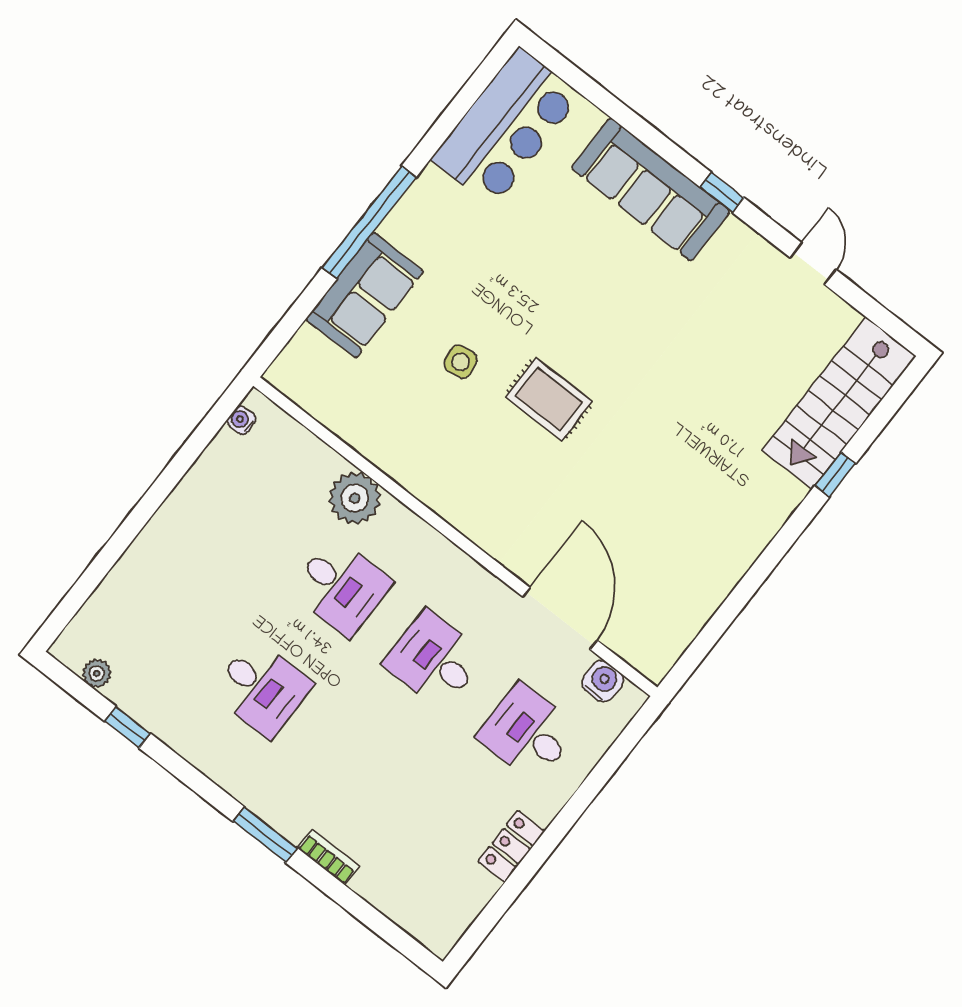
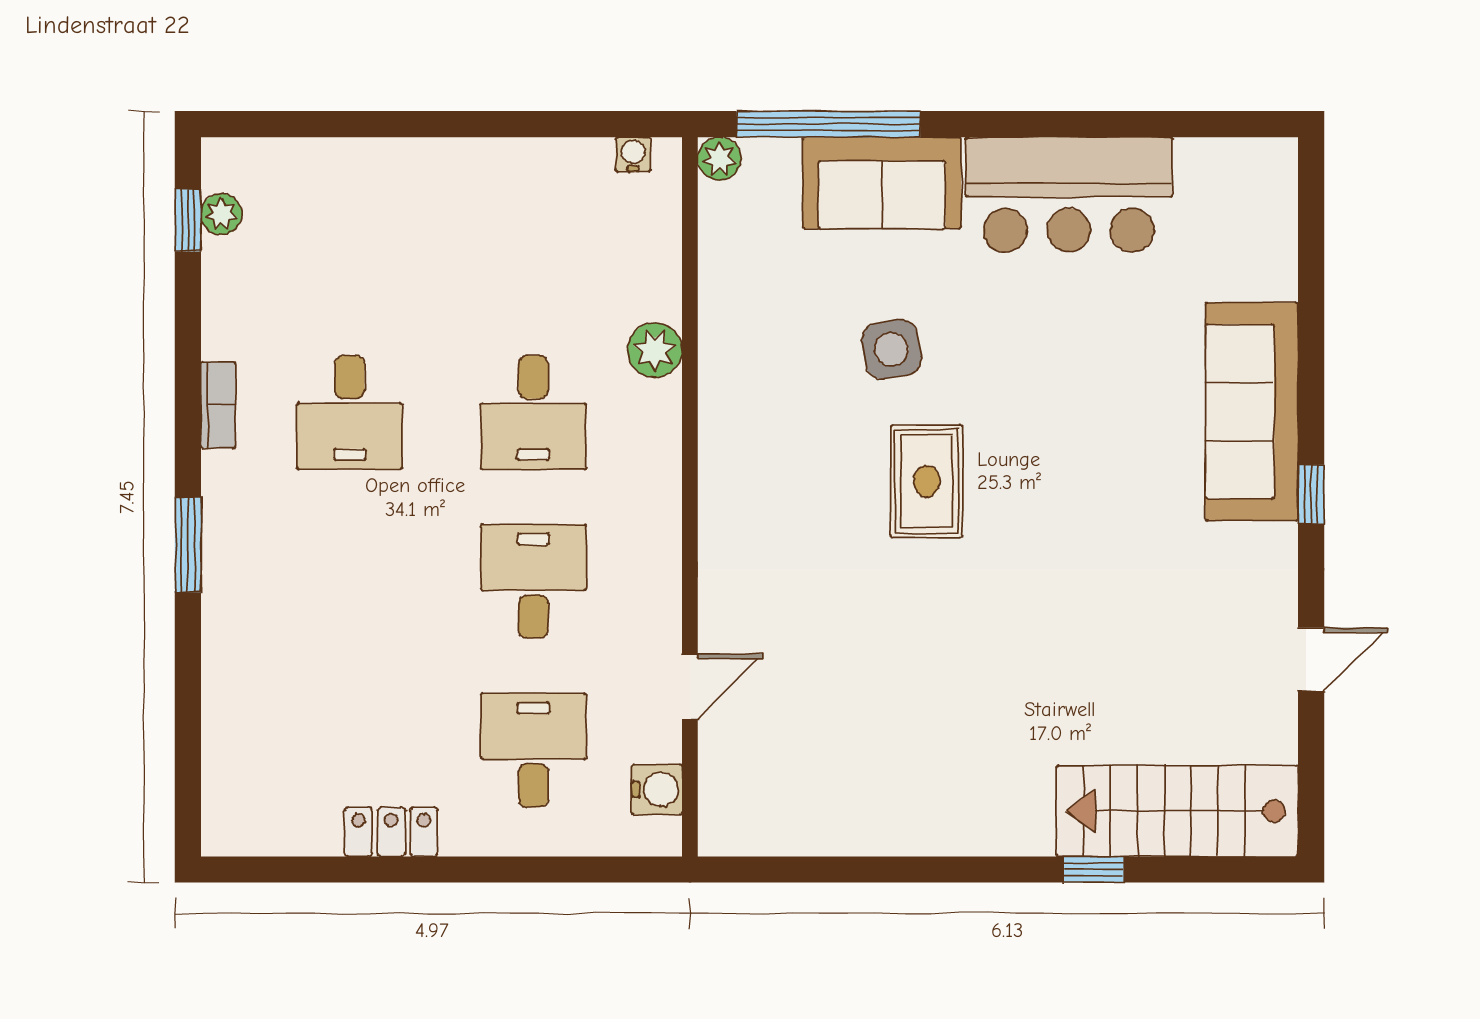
bar counter: (506, 127) -> (1069, 195), moved
window: (369, 222) -> (828, 124), moved
side table: (461, 362) -> (891, 349), width x1.37, depth x1.37
plant: (281, 374) -> (719, 159), added
plant: (355, 498) -> (655, 350), width x0.73, depth x0.73
door: (560, 619) -> (690, 687), width x0.53
window: (127, 727) -> (188, 220), moved
bookcase: (328, 857) -> (218, 405), moved

